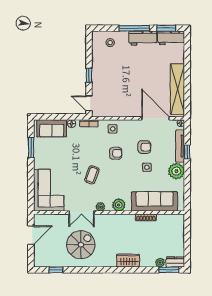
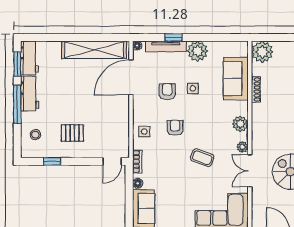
pallet: (111, 72) -> (72, 133), added
window: (89, 75) -> (52, 161), moved
sofa: (155, 201) -> (236, 79), width x0.73
double door: (82, 213) -> (250, 171), swing flipped
plant: (176, 222) -> (262, 52), added

